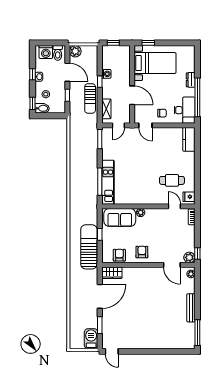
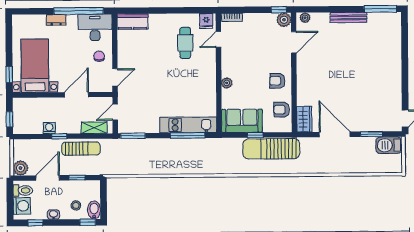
window: (32, 74) -> (36, 223), moved
door: (118, 125) -> (115, 112), swing flipped
sofa: (120, 217) -> (242, 121), moved, turned -90

